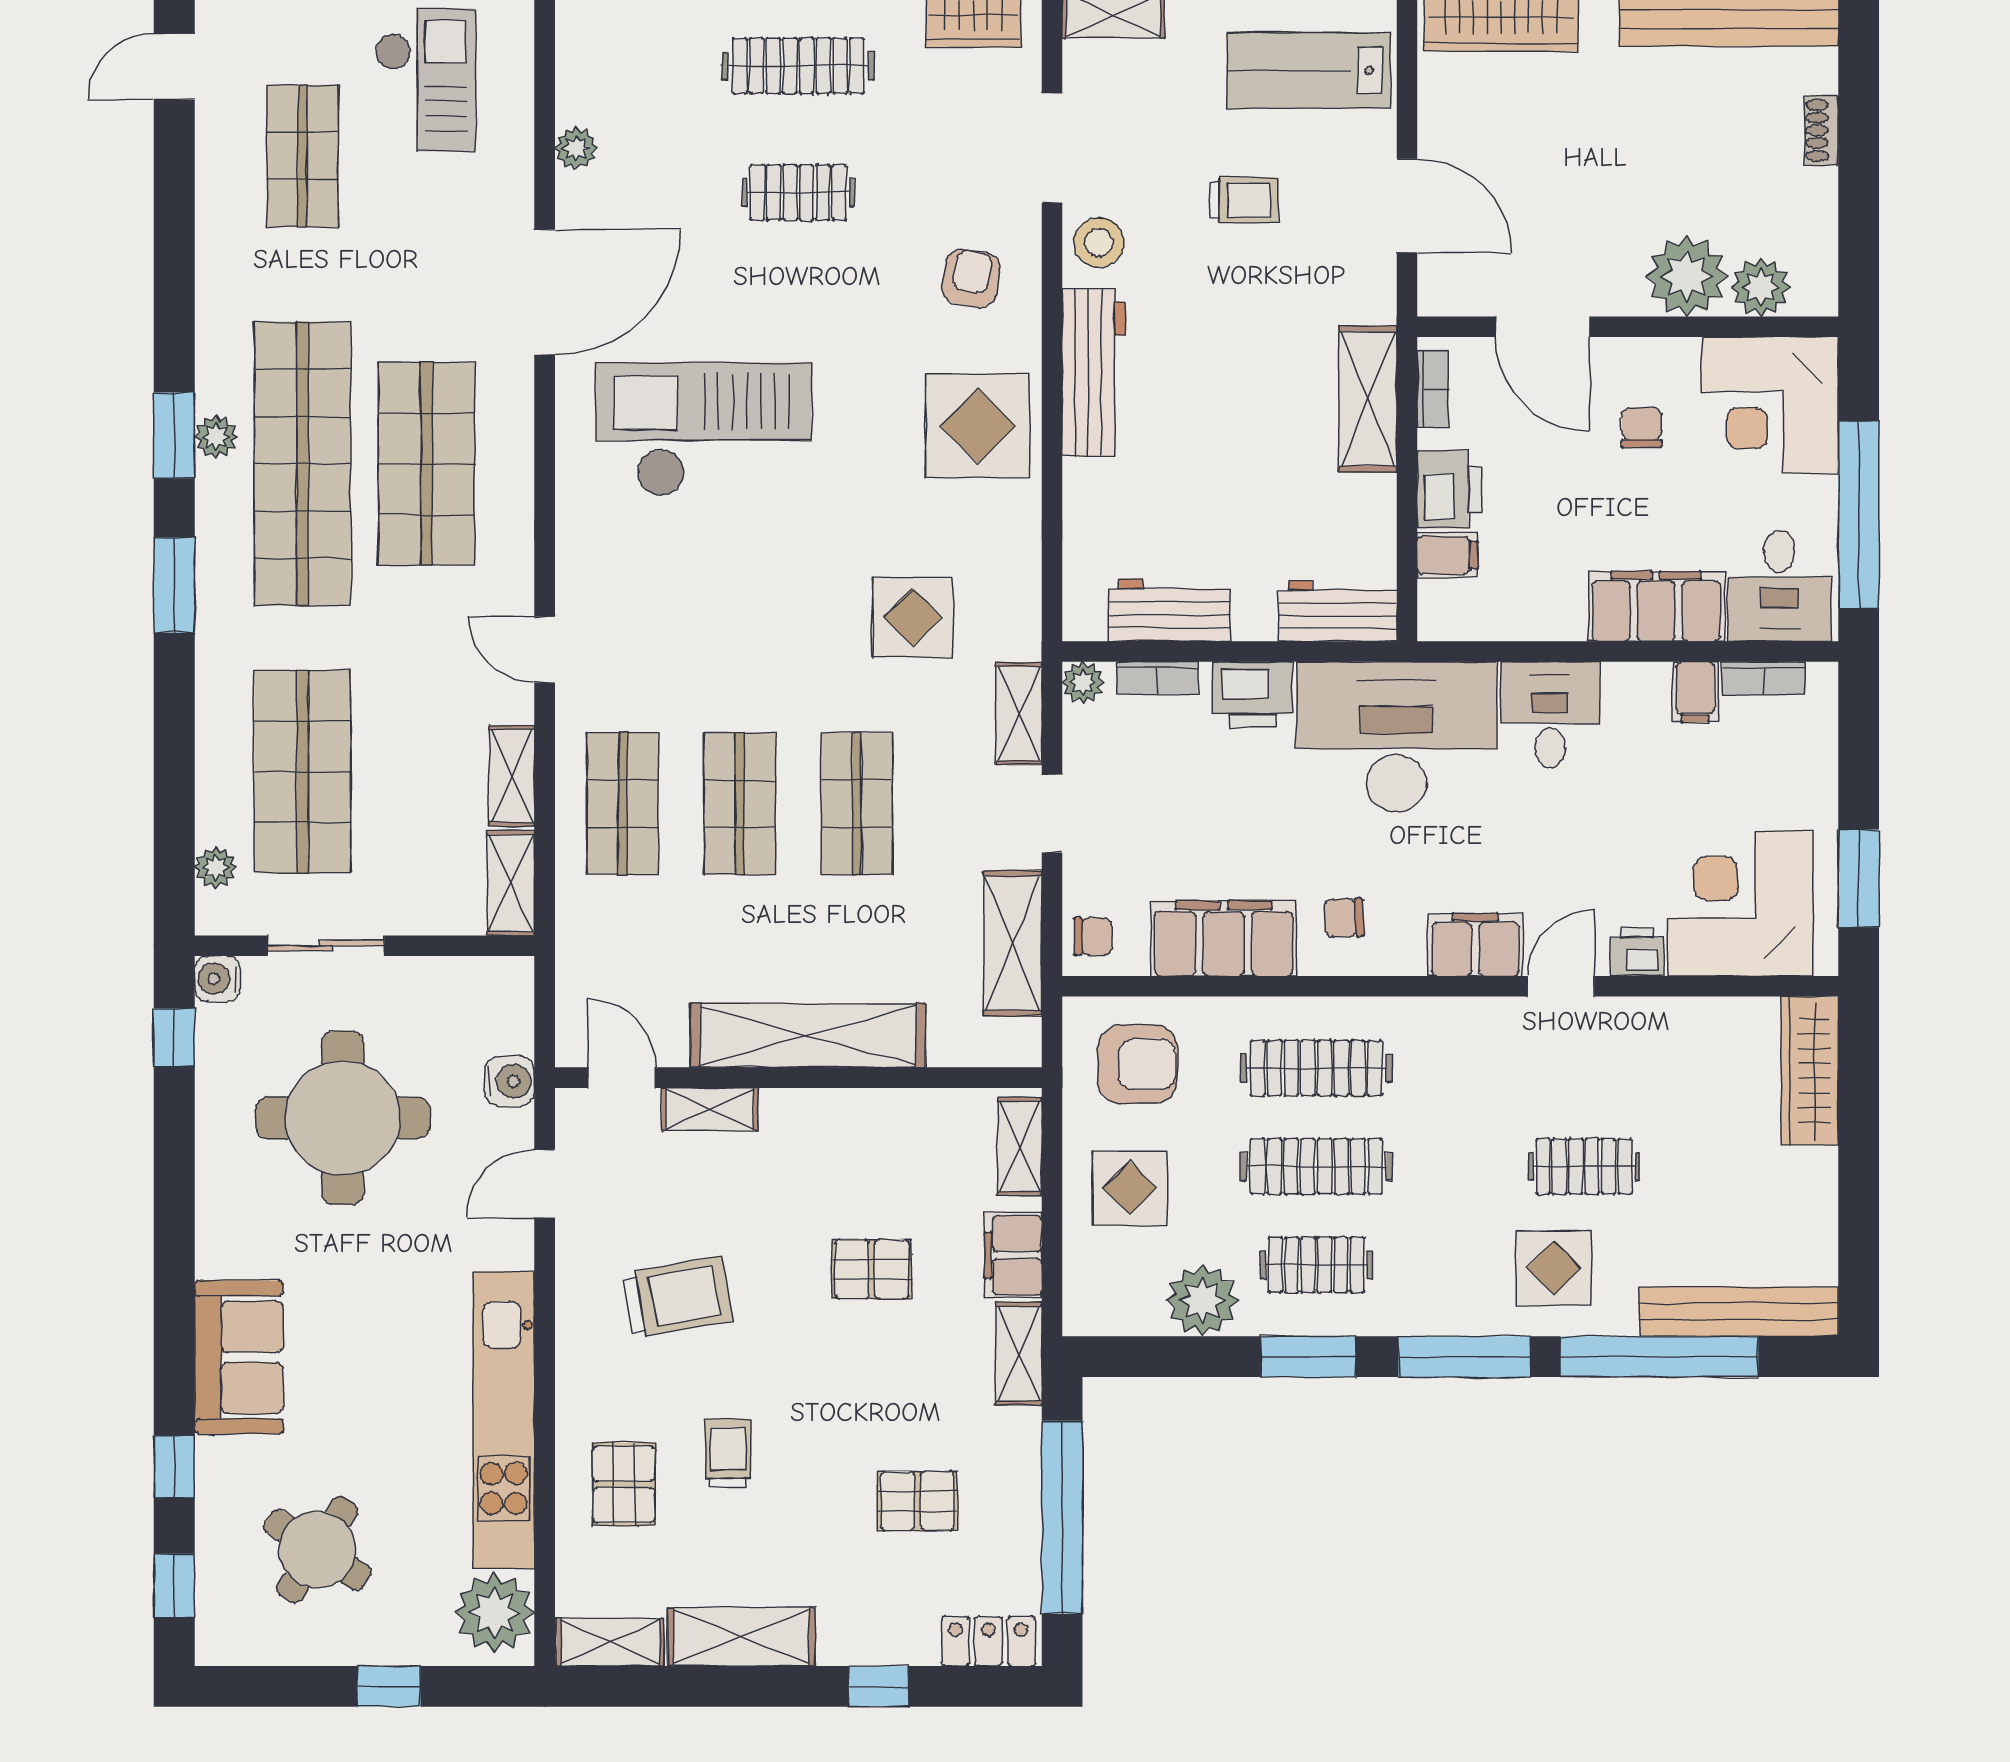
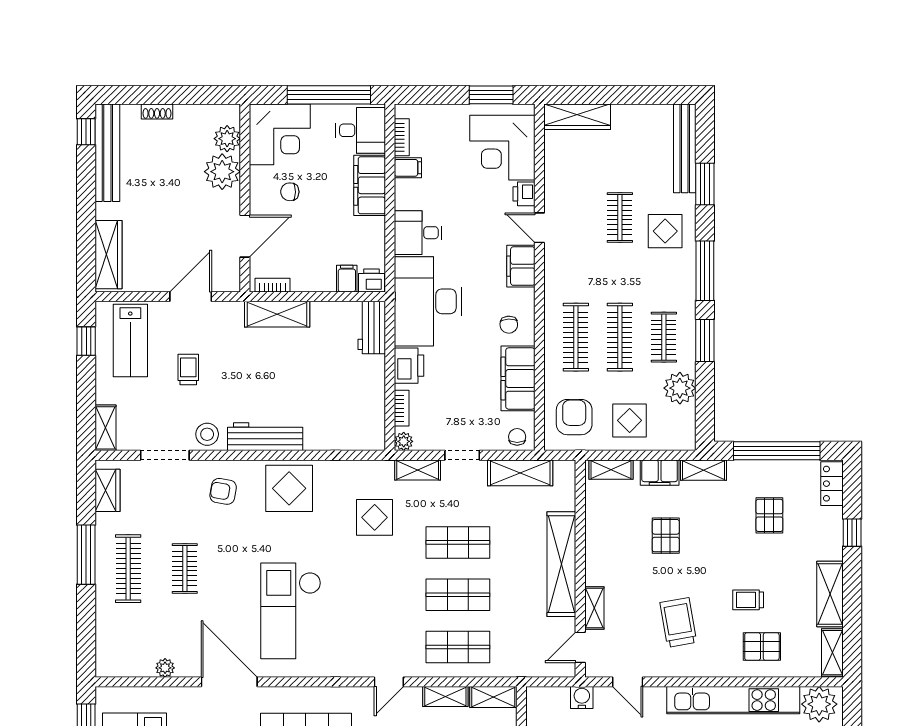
printer: (1449, 489) -> (372, 280), moved, width x0.73, depth x0.81
workbench: (1169, 610) -> (371, 403), removed
window: (1659, 1357) -> (705, 184), width x0.47

